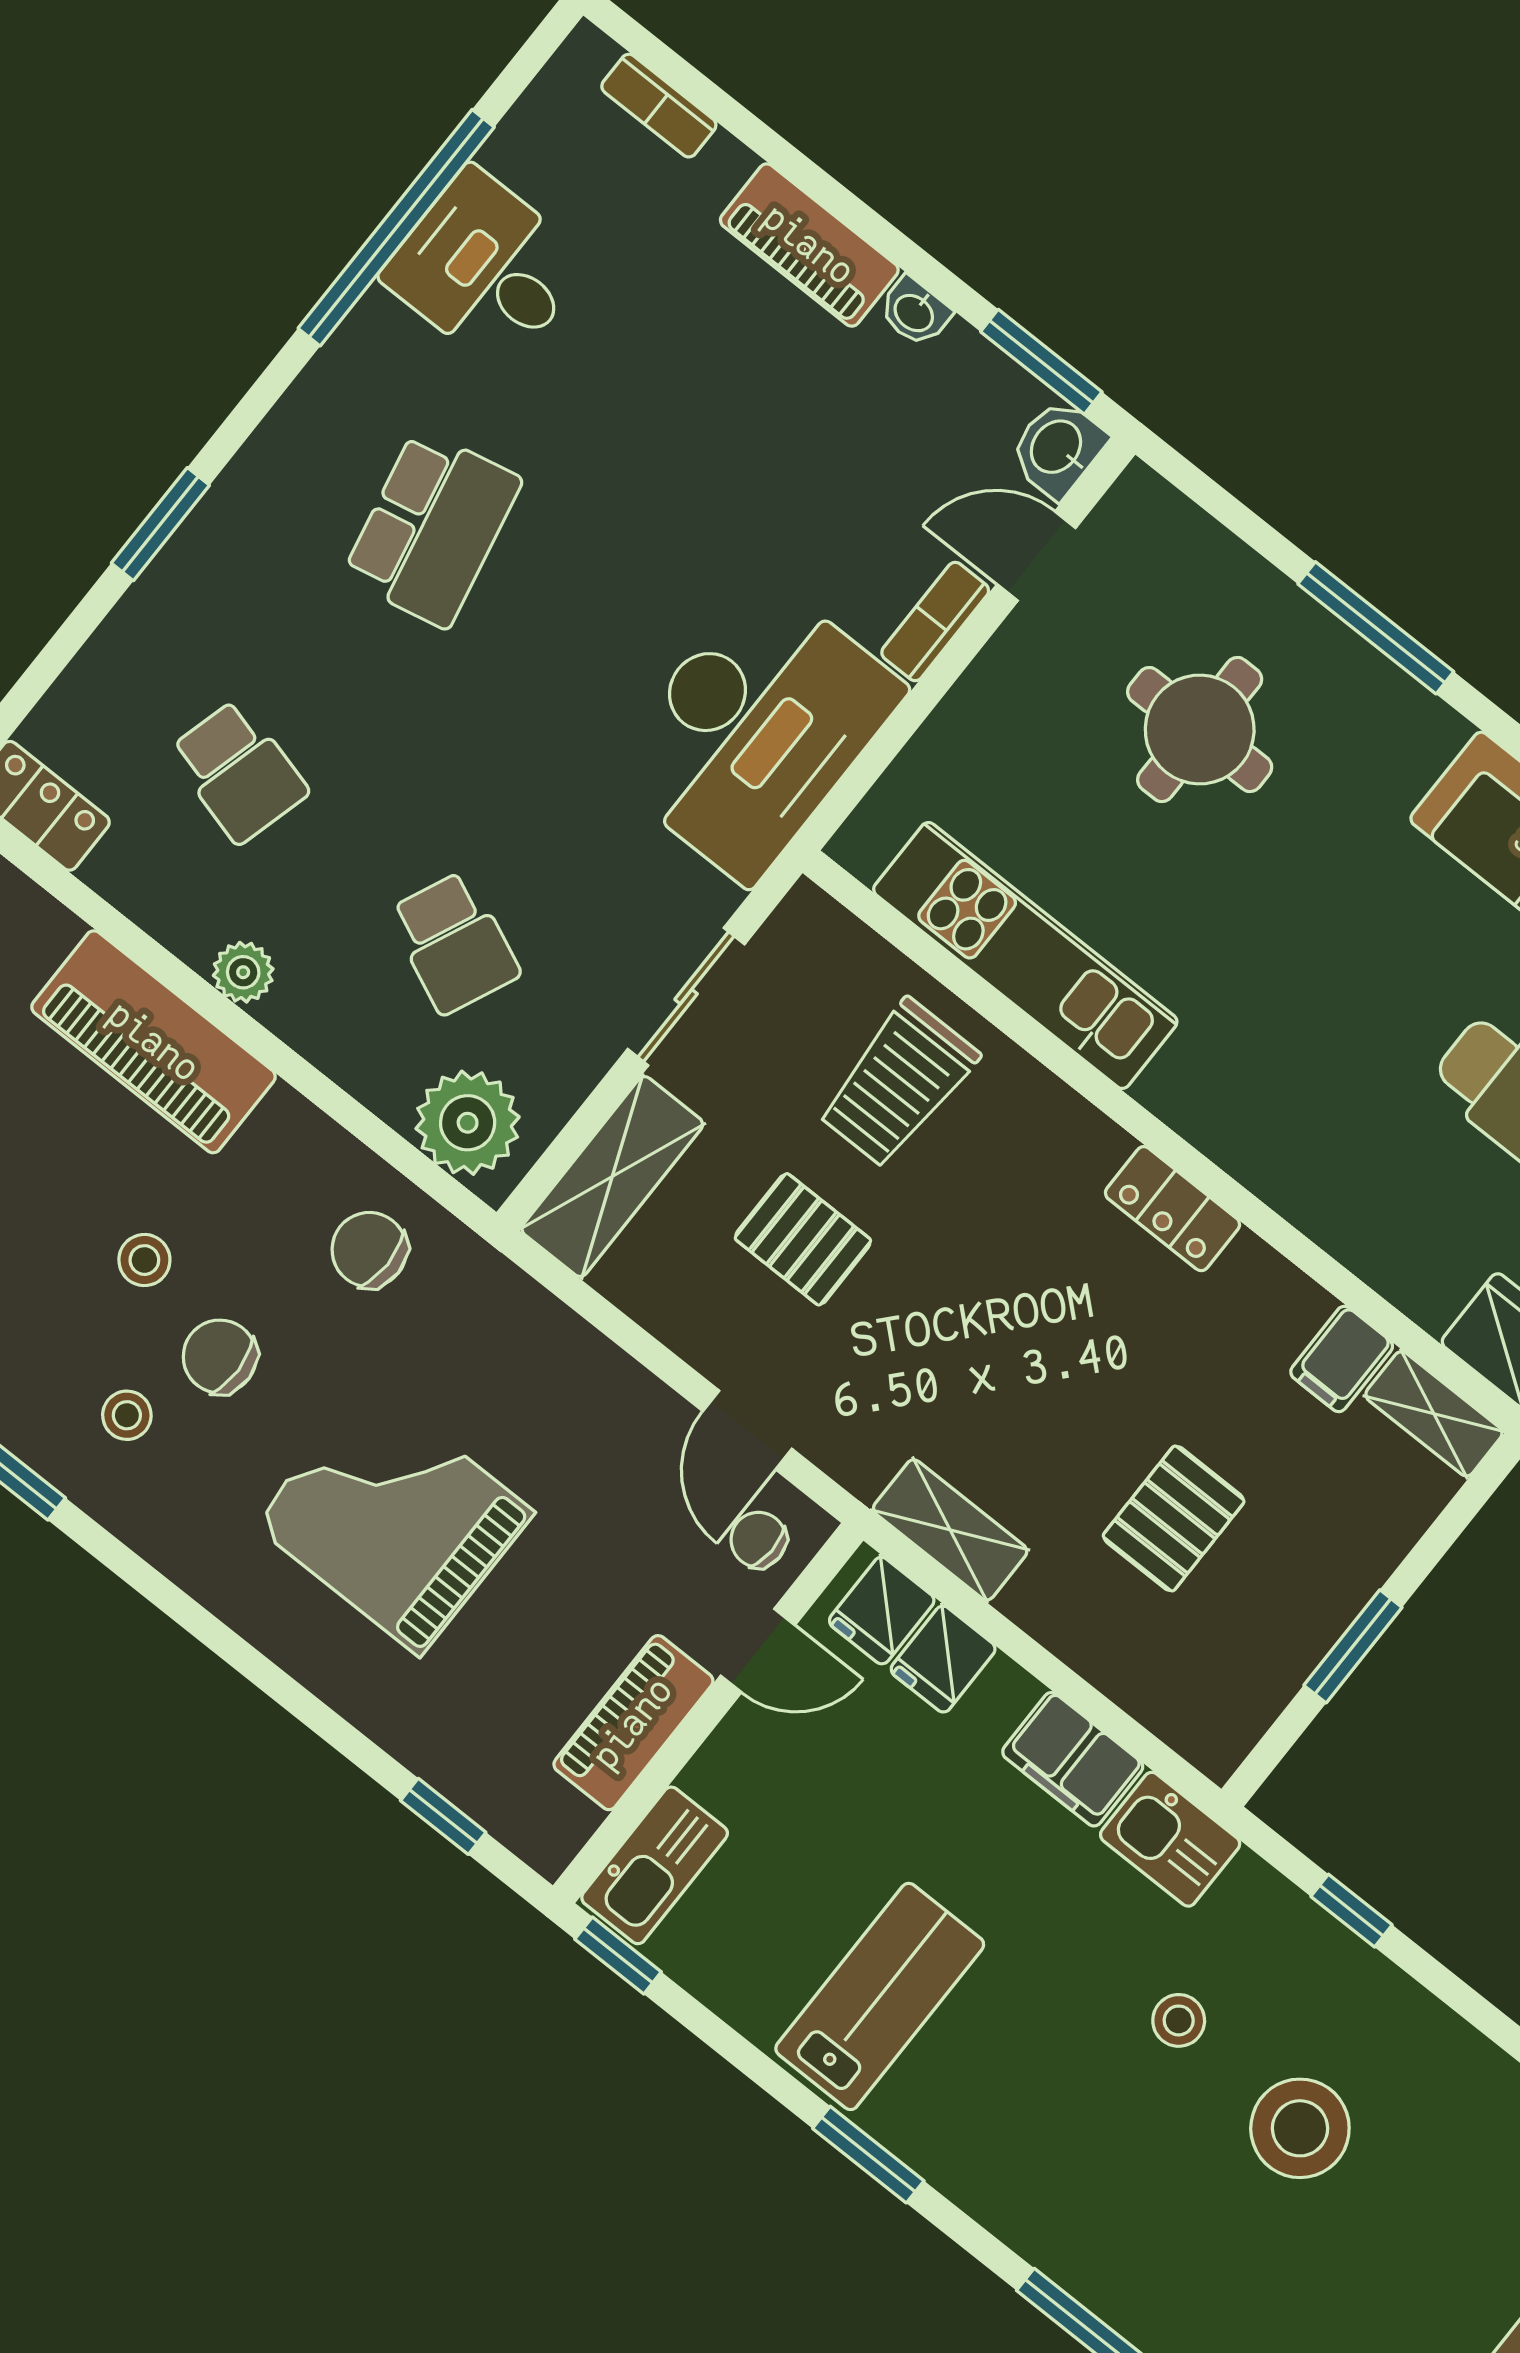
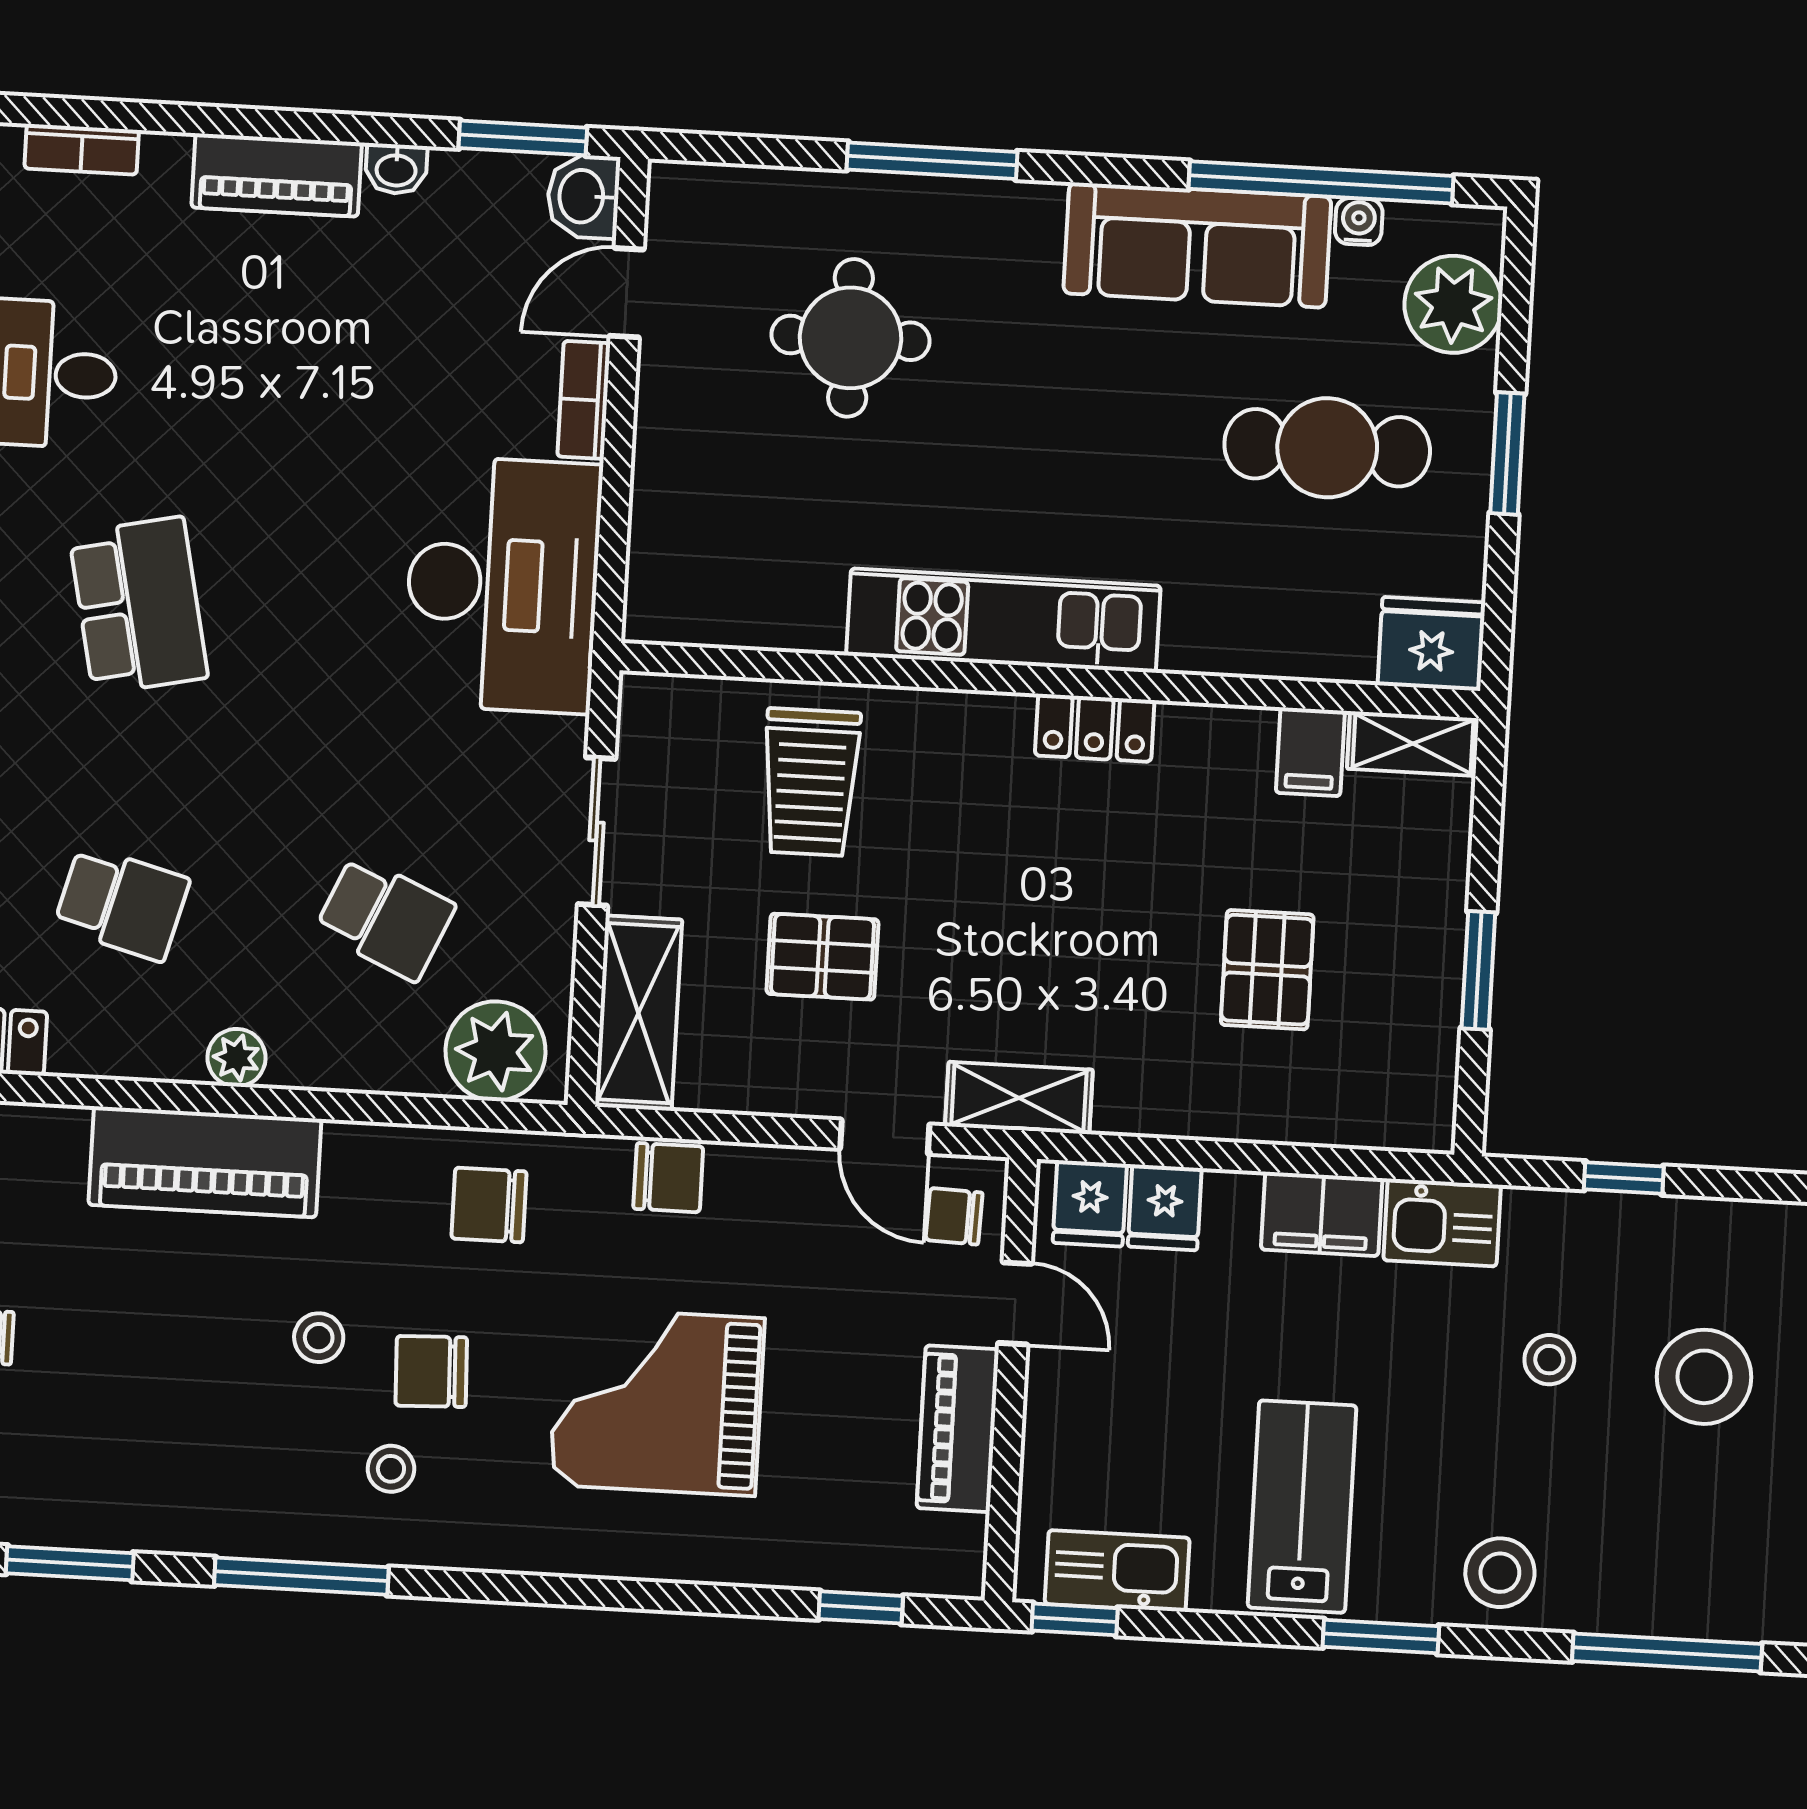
kitchen unit: (1025, 955) -> (1003, 620), moved
chair: (538, 1334) -> (668, 1178), added
shelving: (950, 1530) -> (1019, 1098), moved
door: (758, 1651) -> (1015, 1303), hinge flipped
kitchen sink: (655, 1865) -> (1117, 1571), moved, turned -90
stool: (1008, 2172) -> (1500, 1573), added

